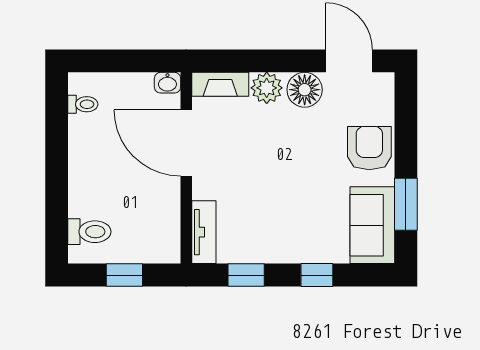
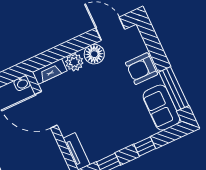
armchair: (369, 148) -> (141, 69), turned -90
window: (406, 204) -> (174, 89), width x1.44

